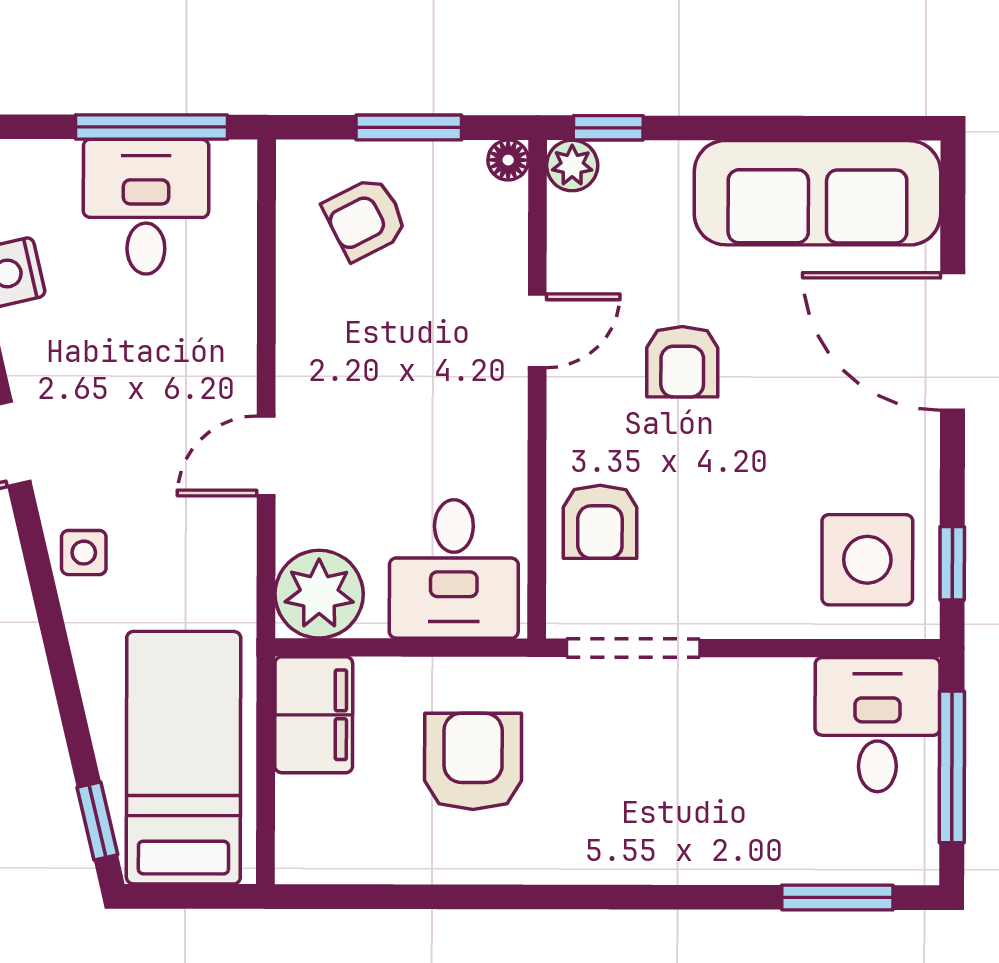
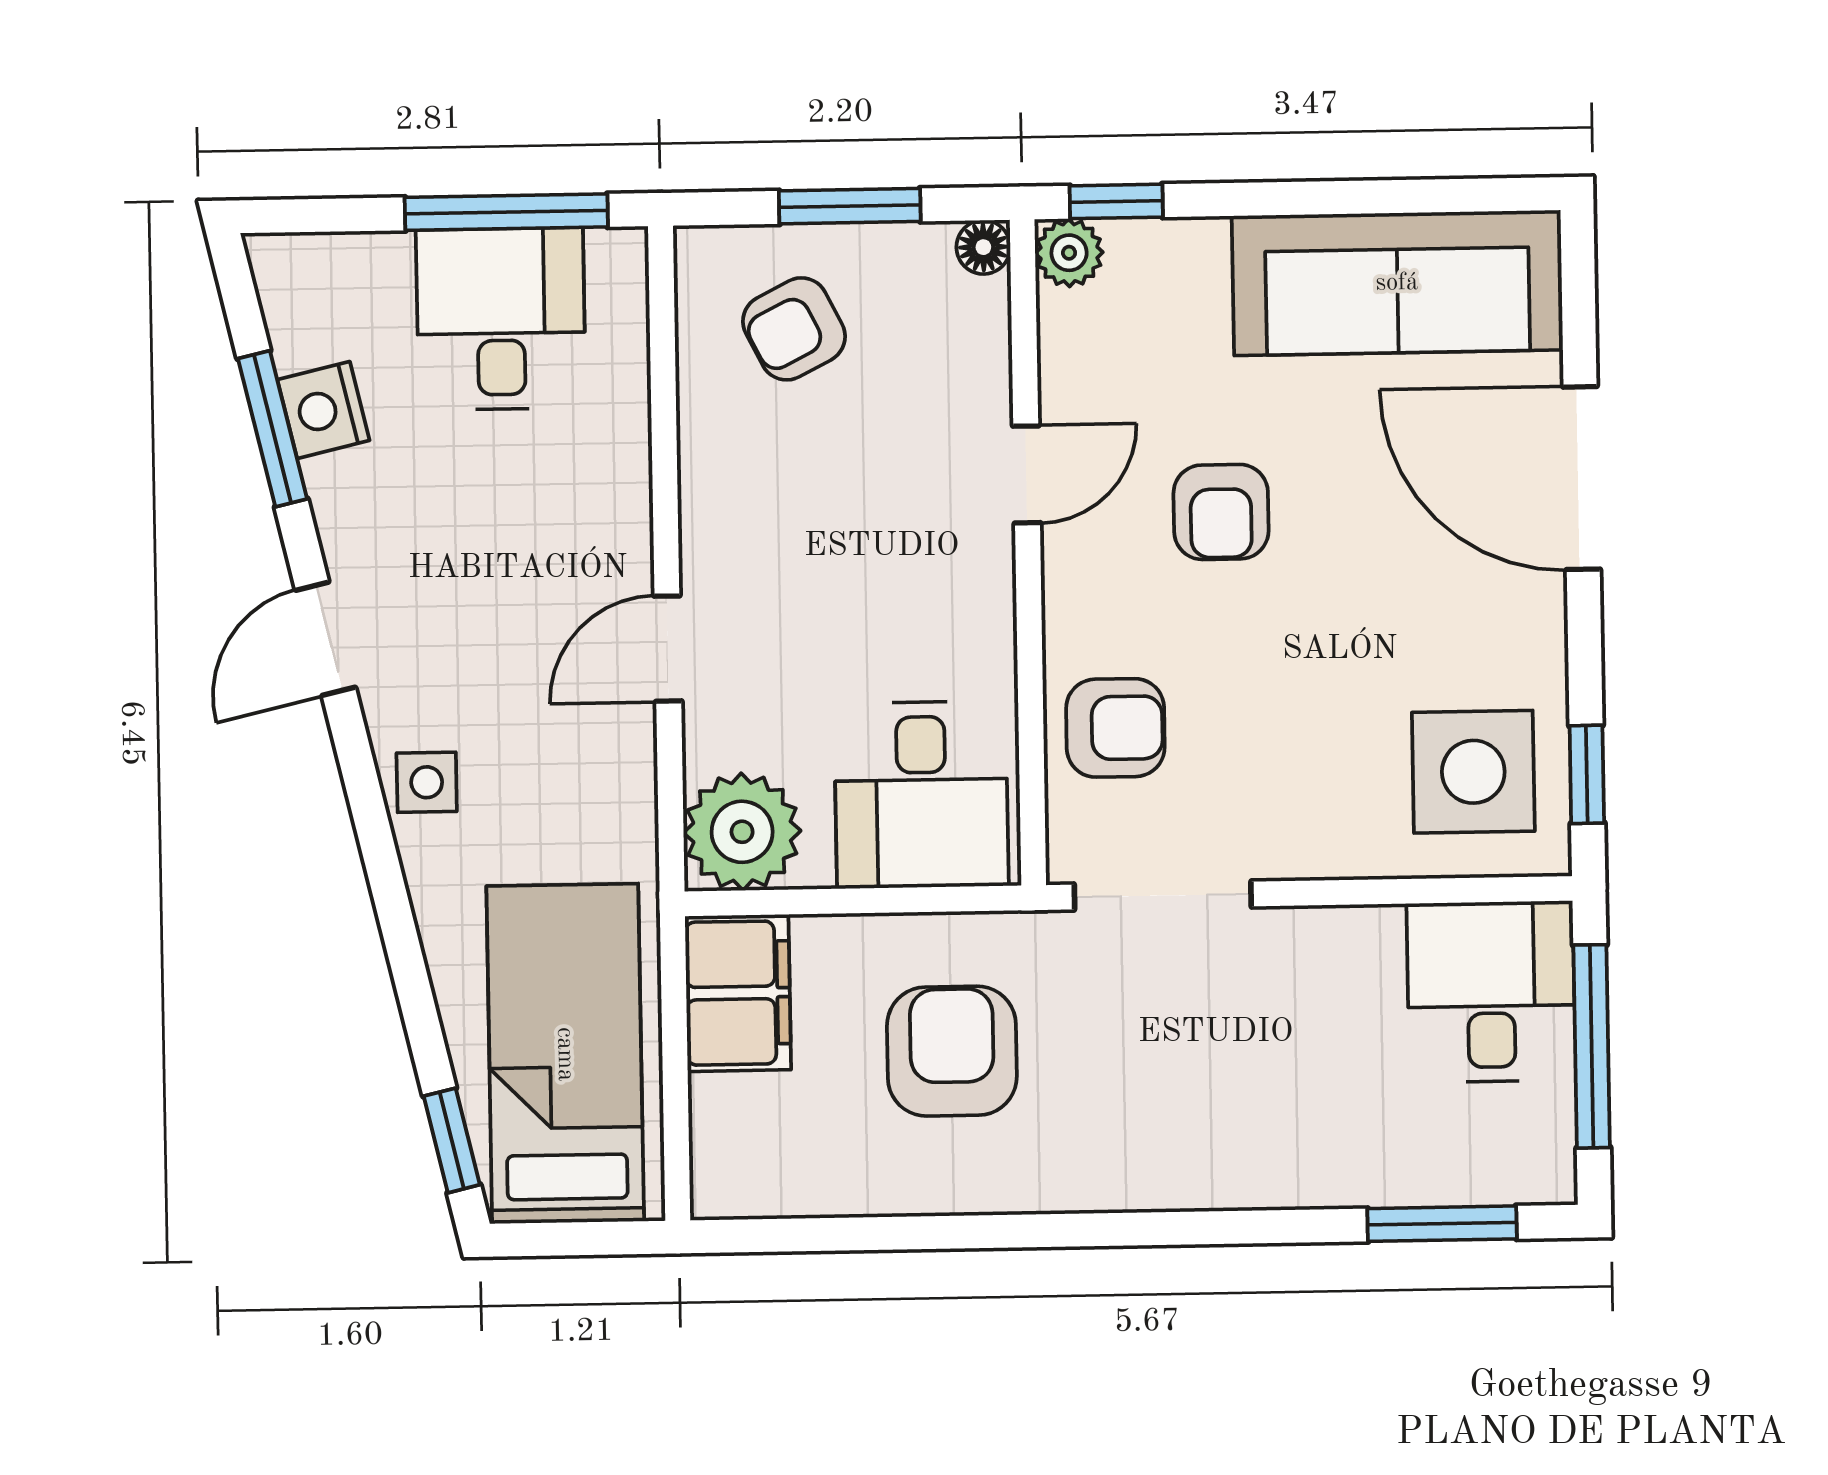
armchair: (600, 522) -> (1115, 728), turned -90

